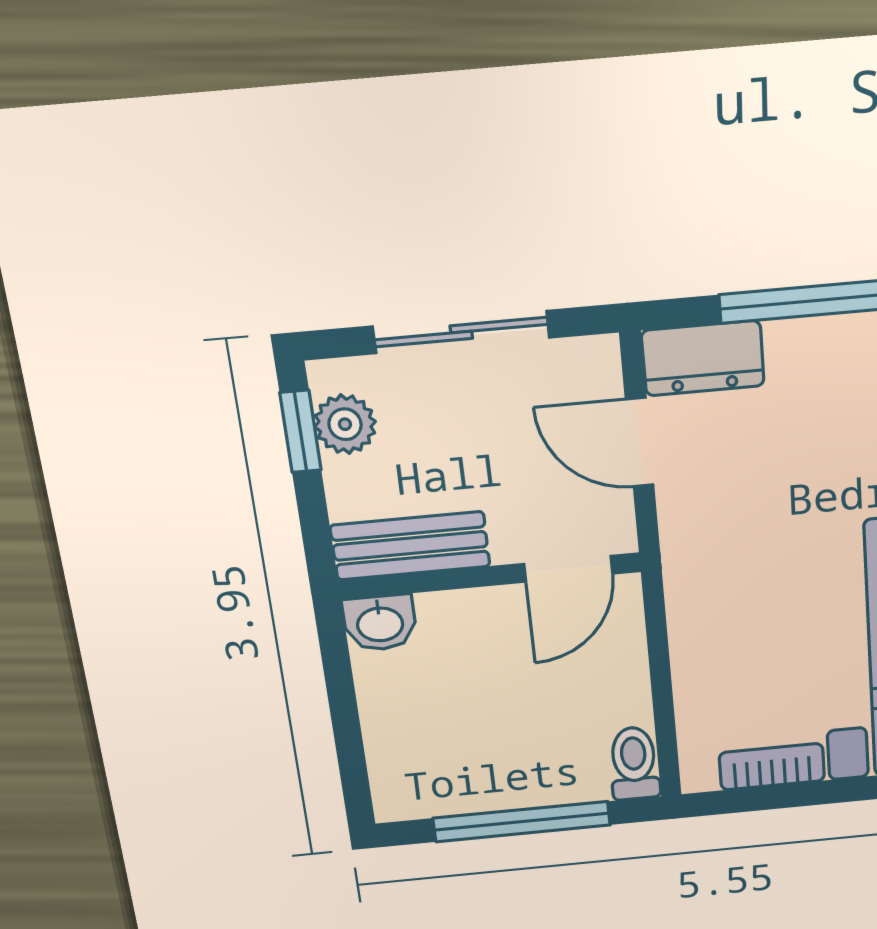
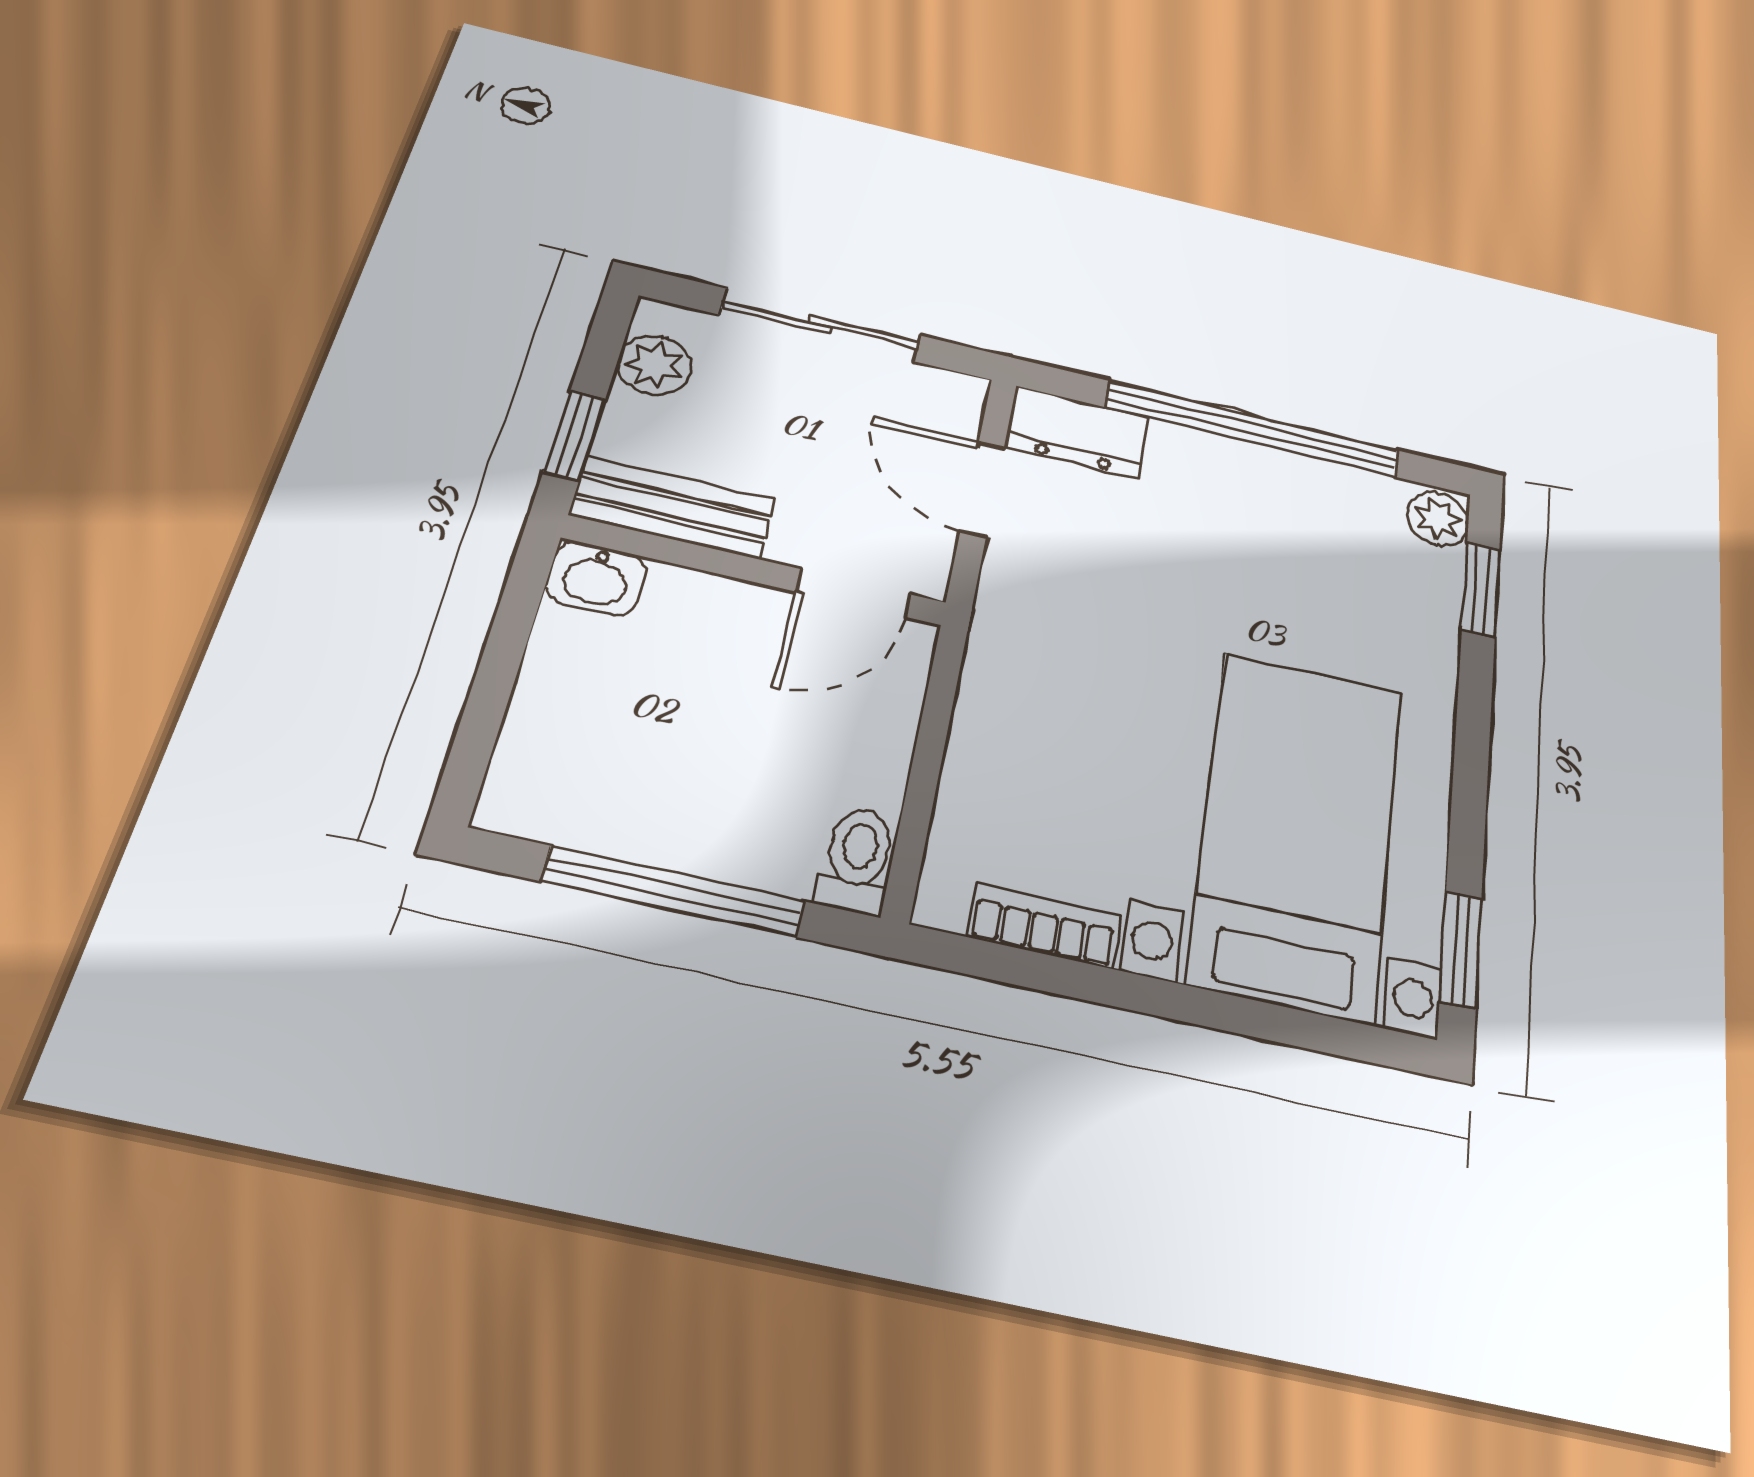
window: (300, 431) -> (575, 435), moved

